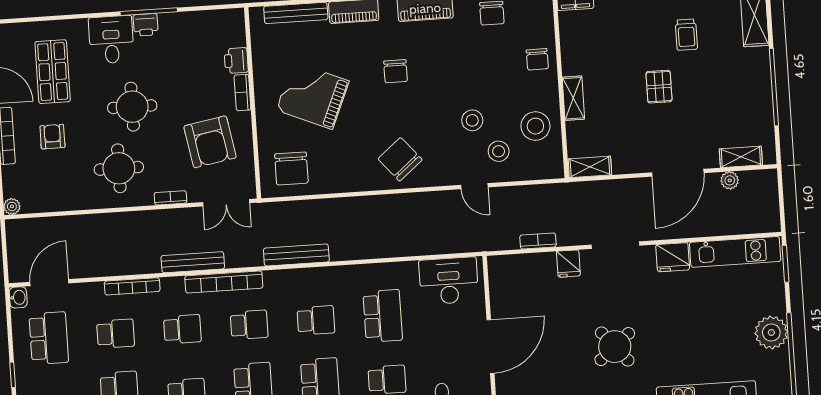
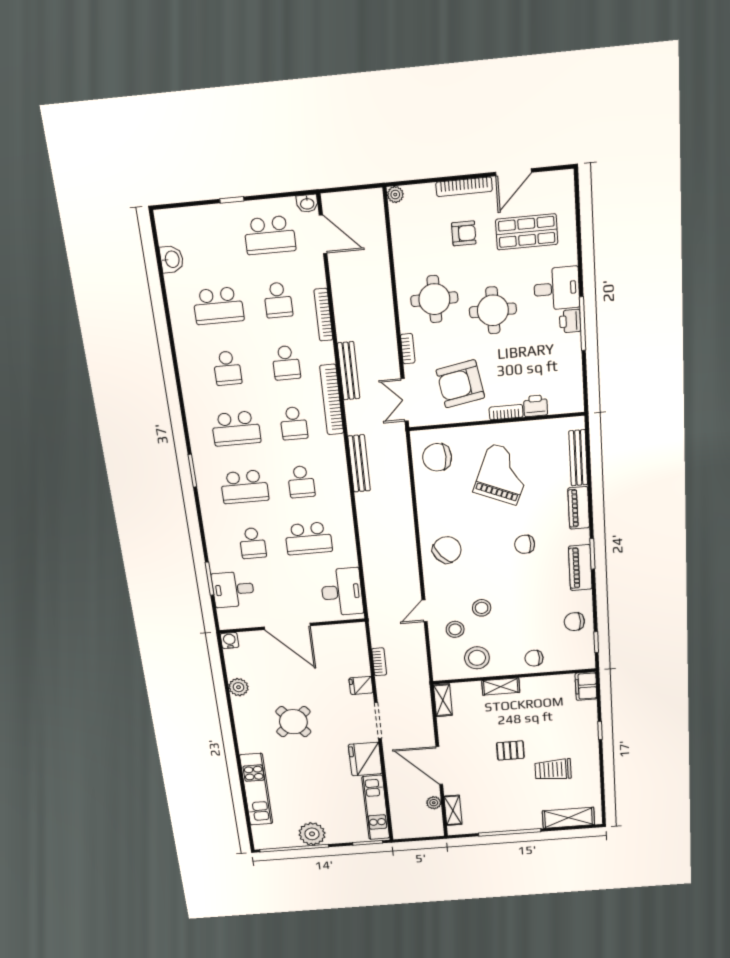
trolley: (686, 35) -> (553, 770), width x1.36, depth x1.39
fridge: (673, 257) -> (365, 759), width x1.36, depth x1.34

